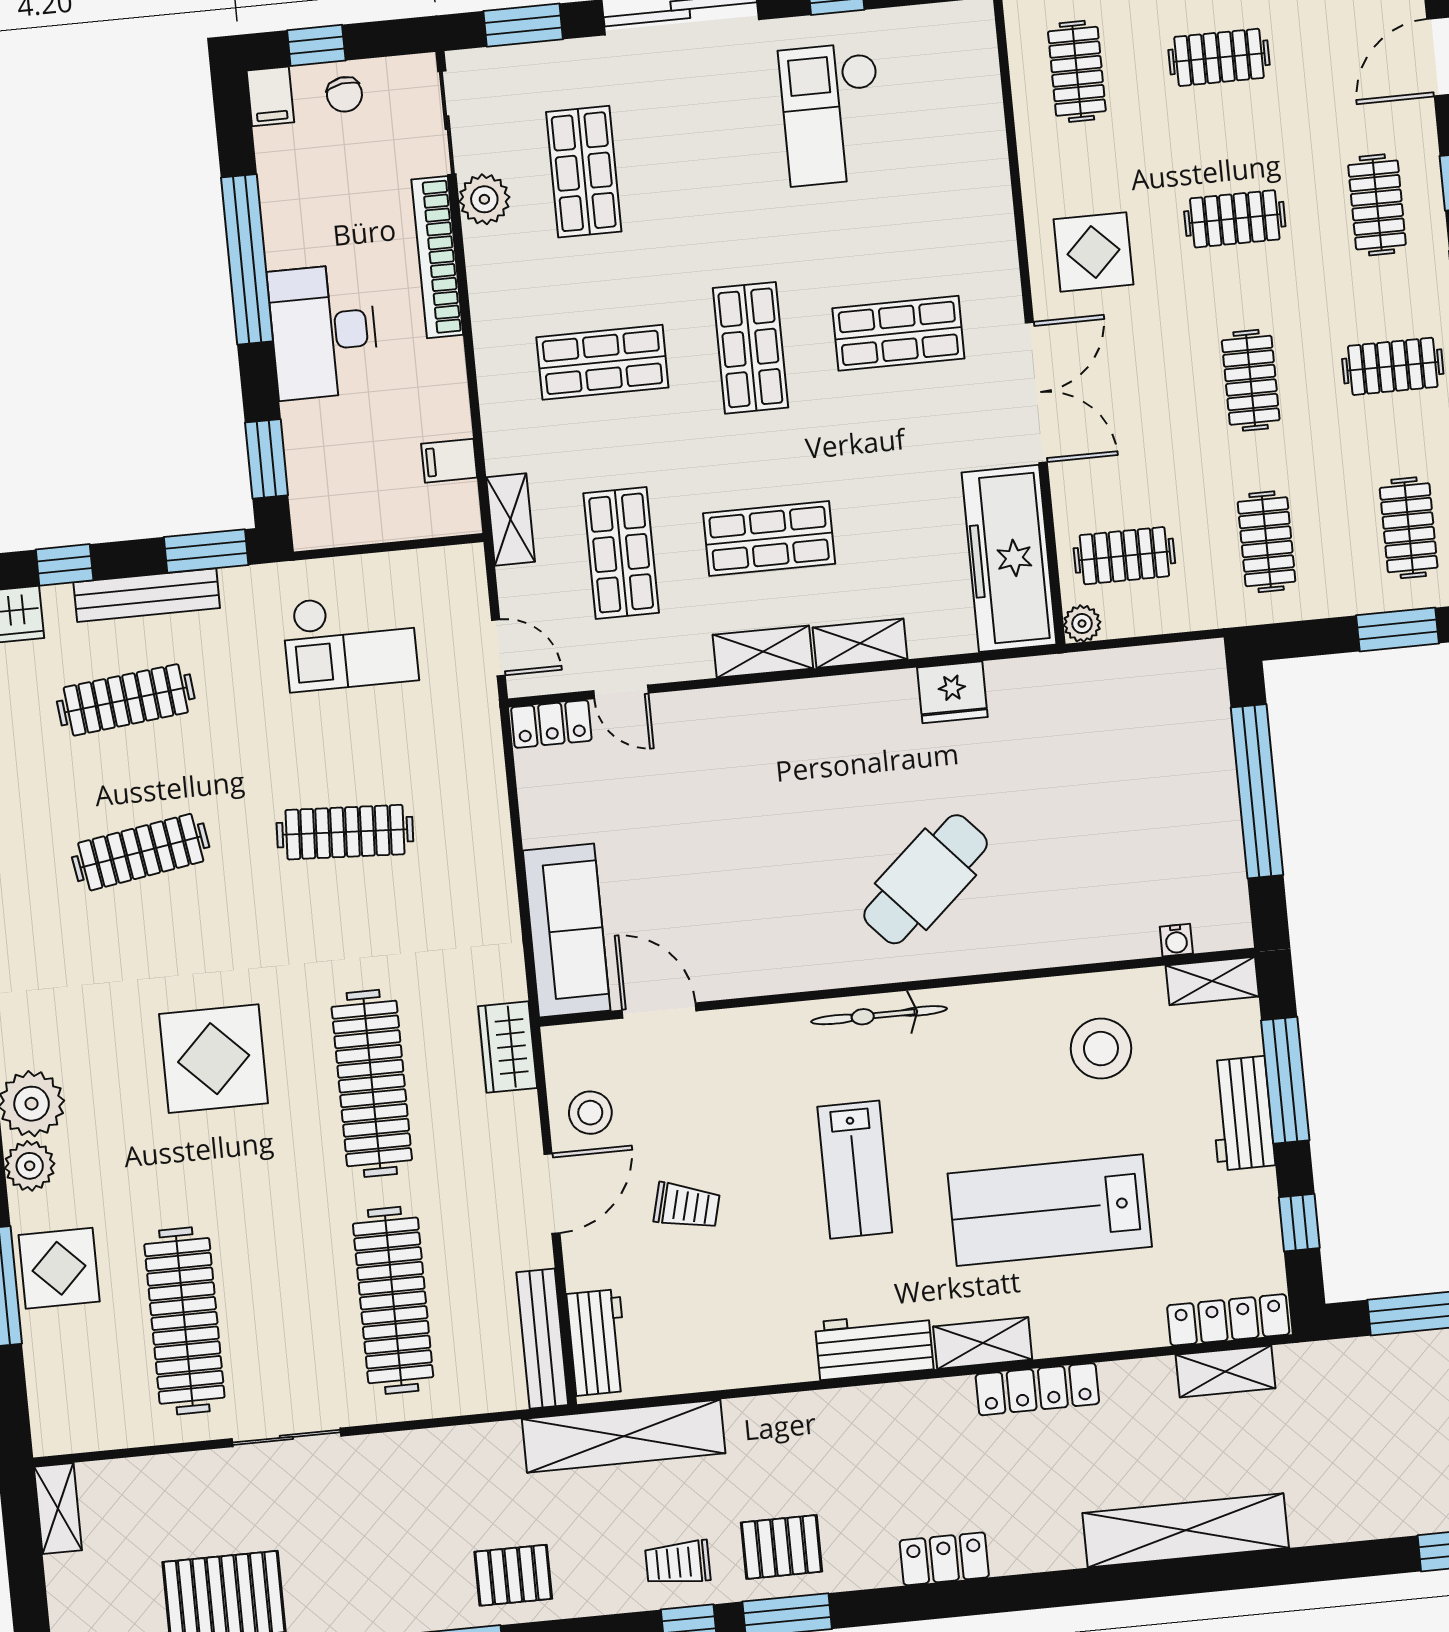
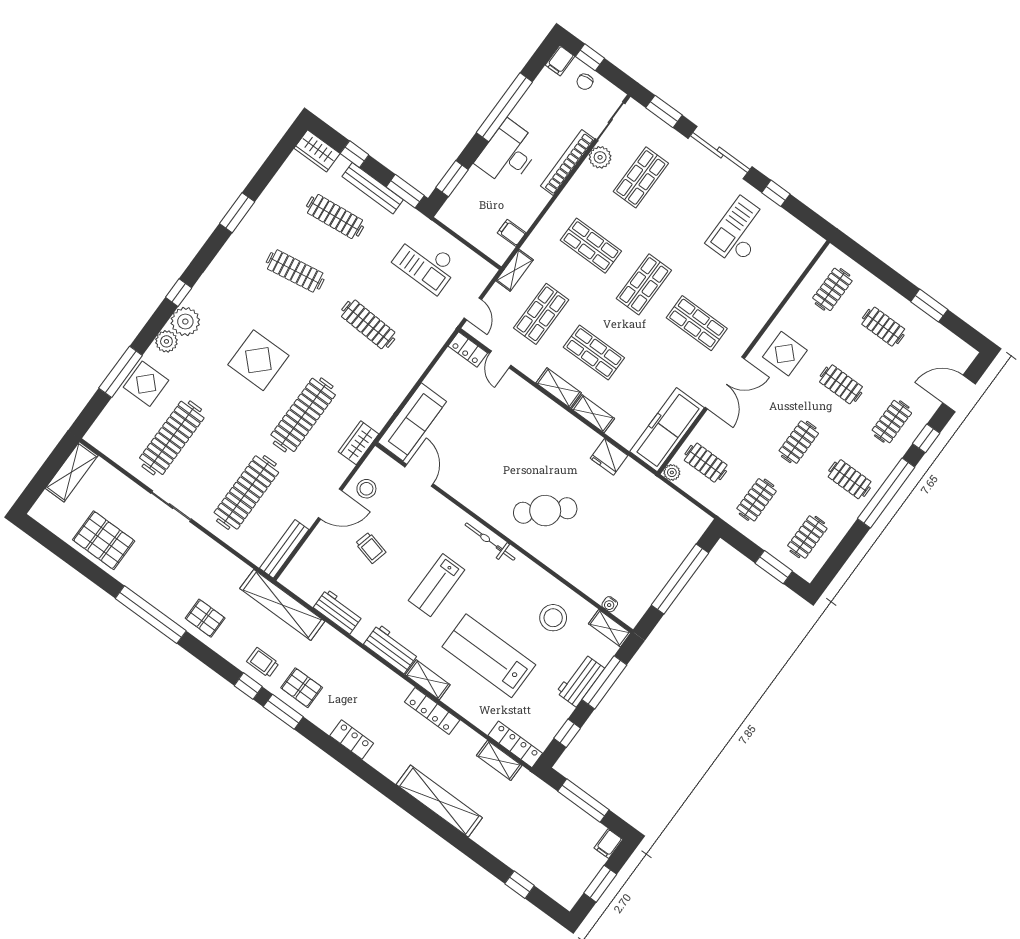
workbench: (598, 1342) -> (338, 612), moved, turned -90
shelving: (58, 1508) -> (72, 472), width x1.50, depth x1.33

